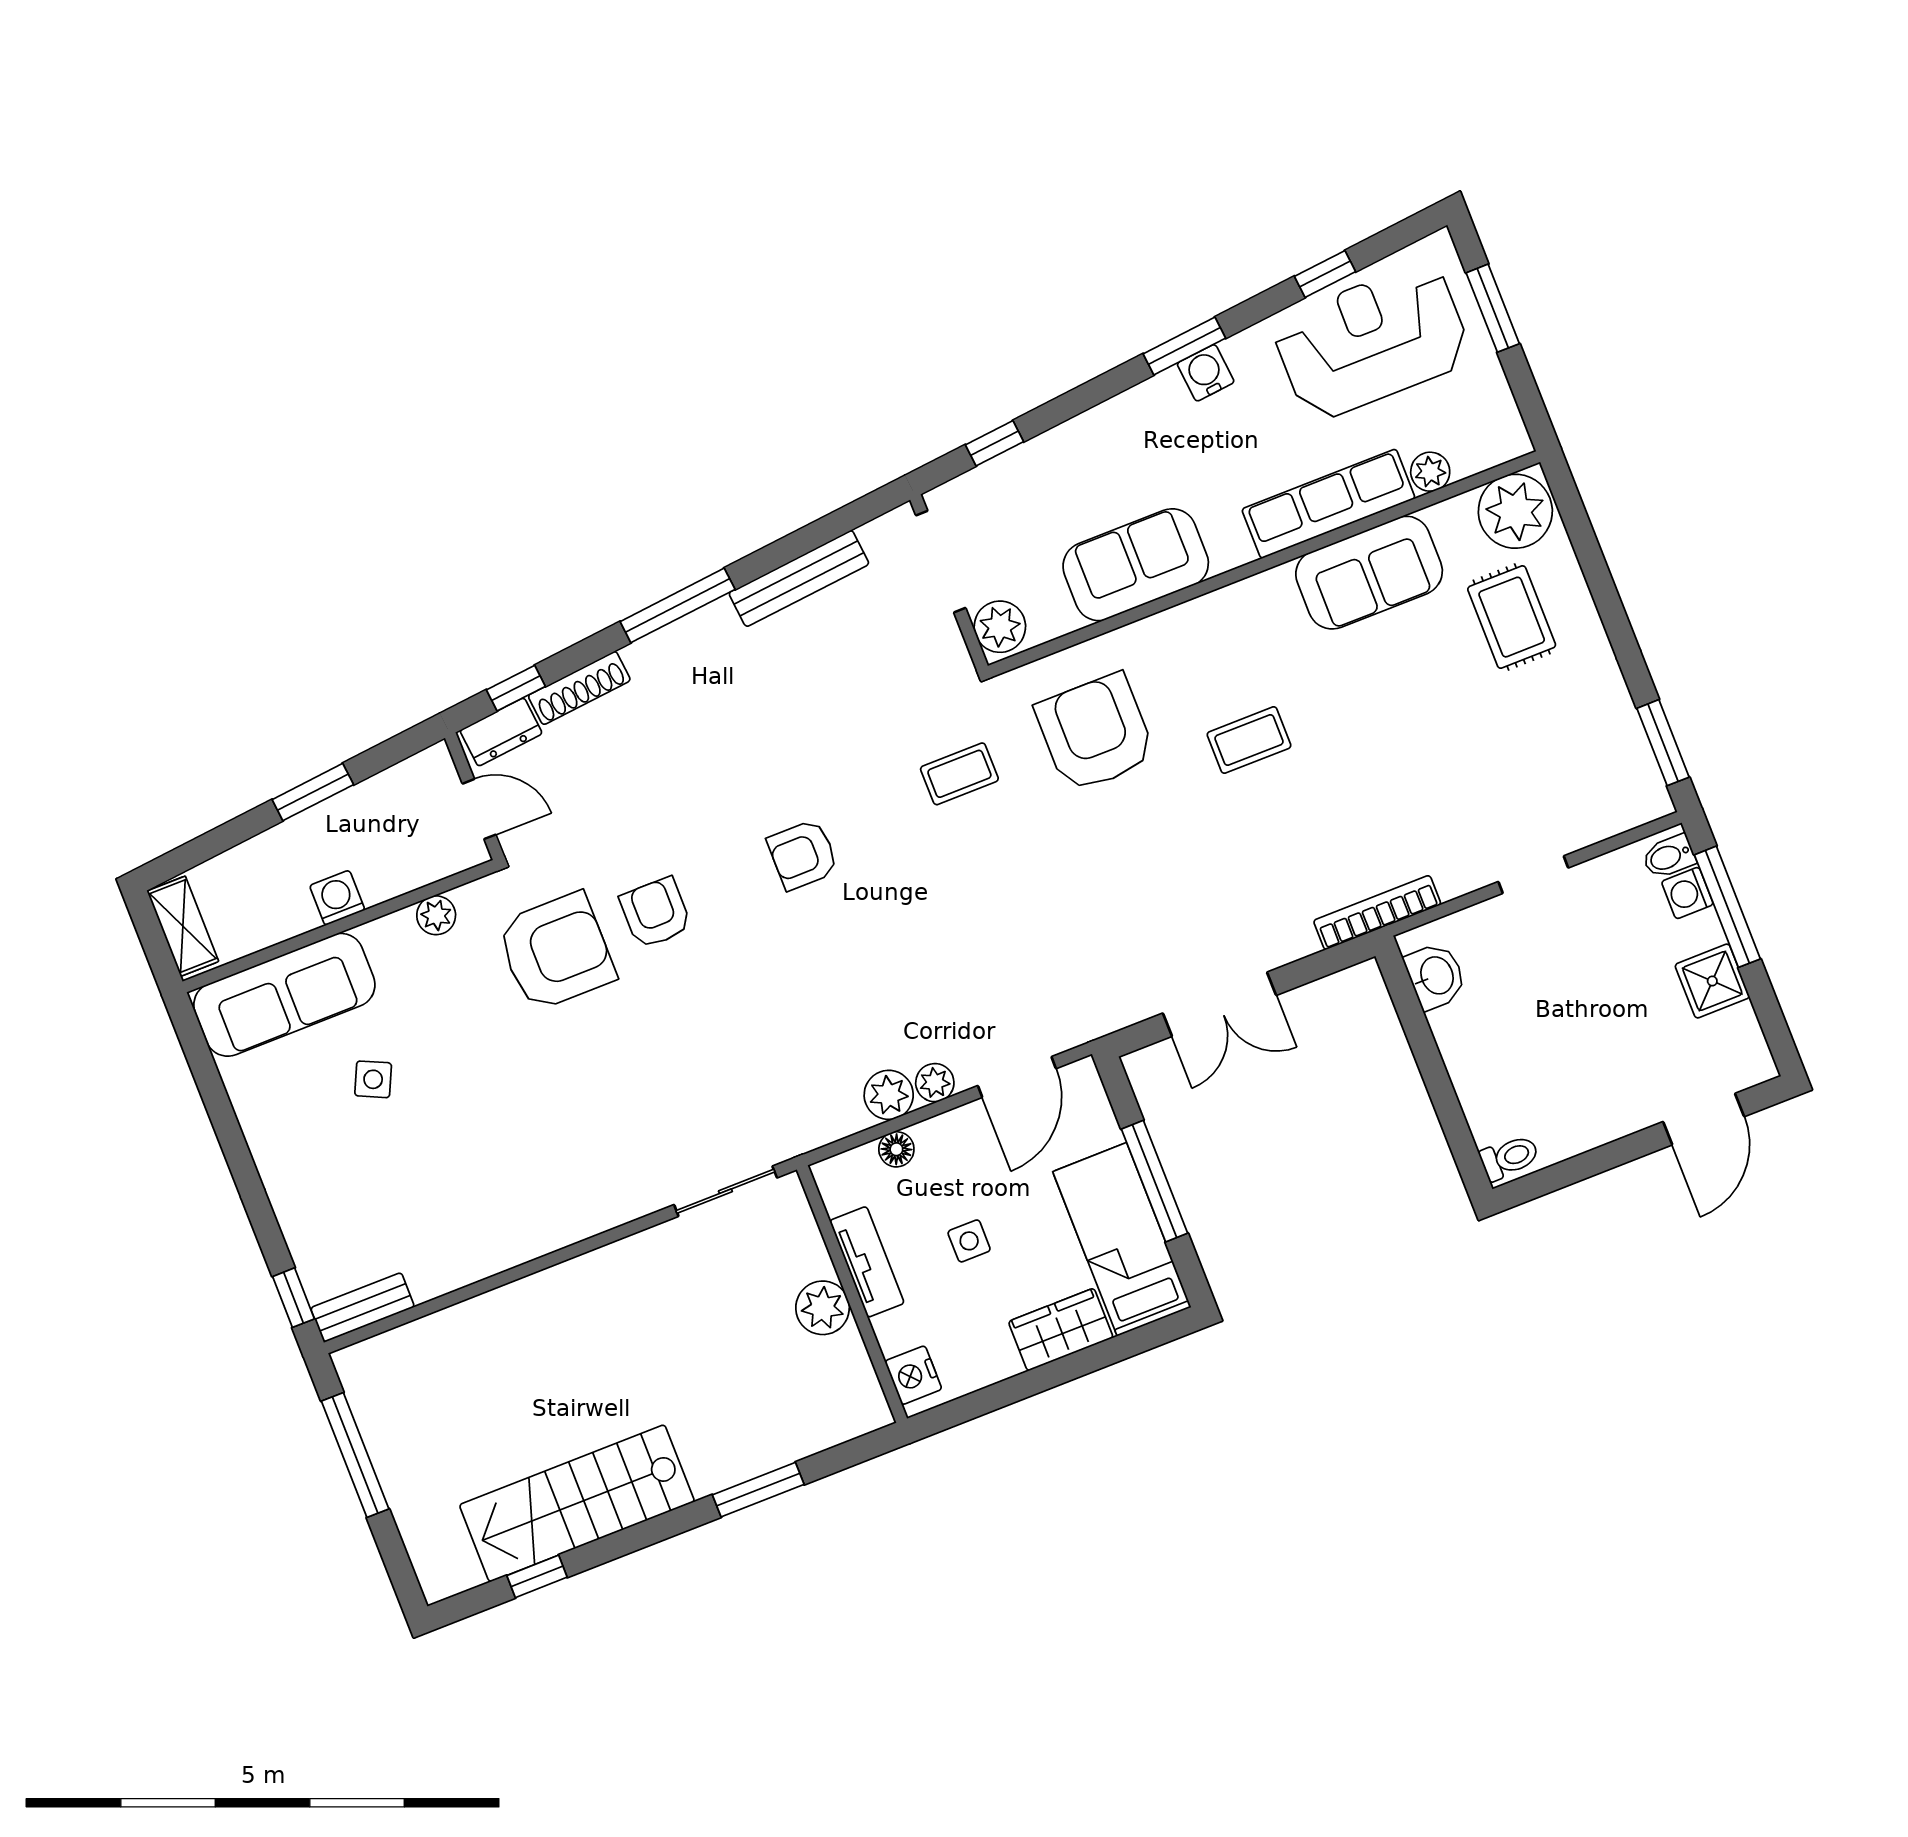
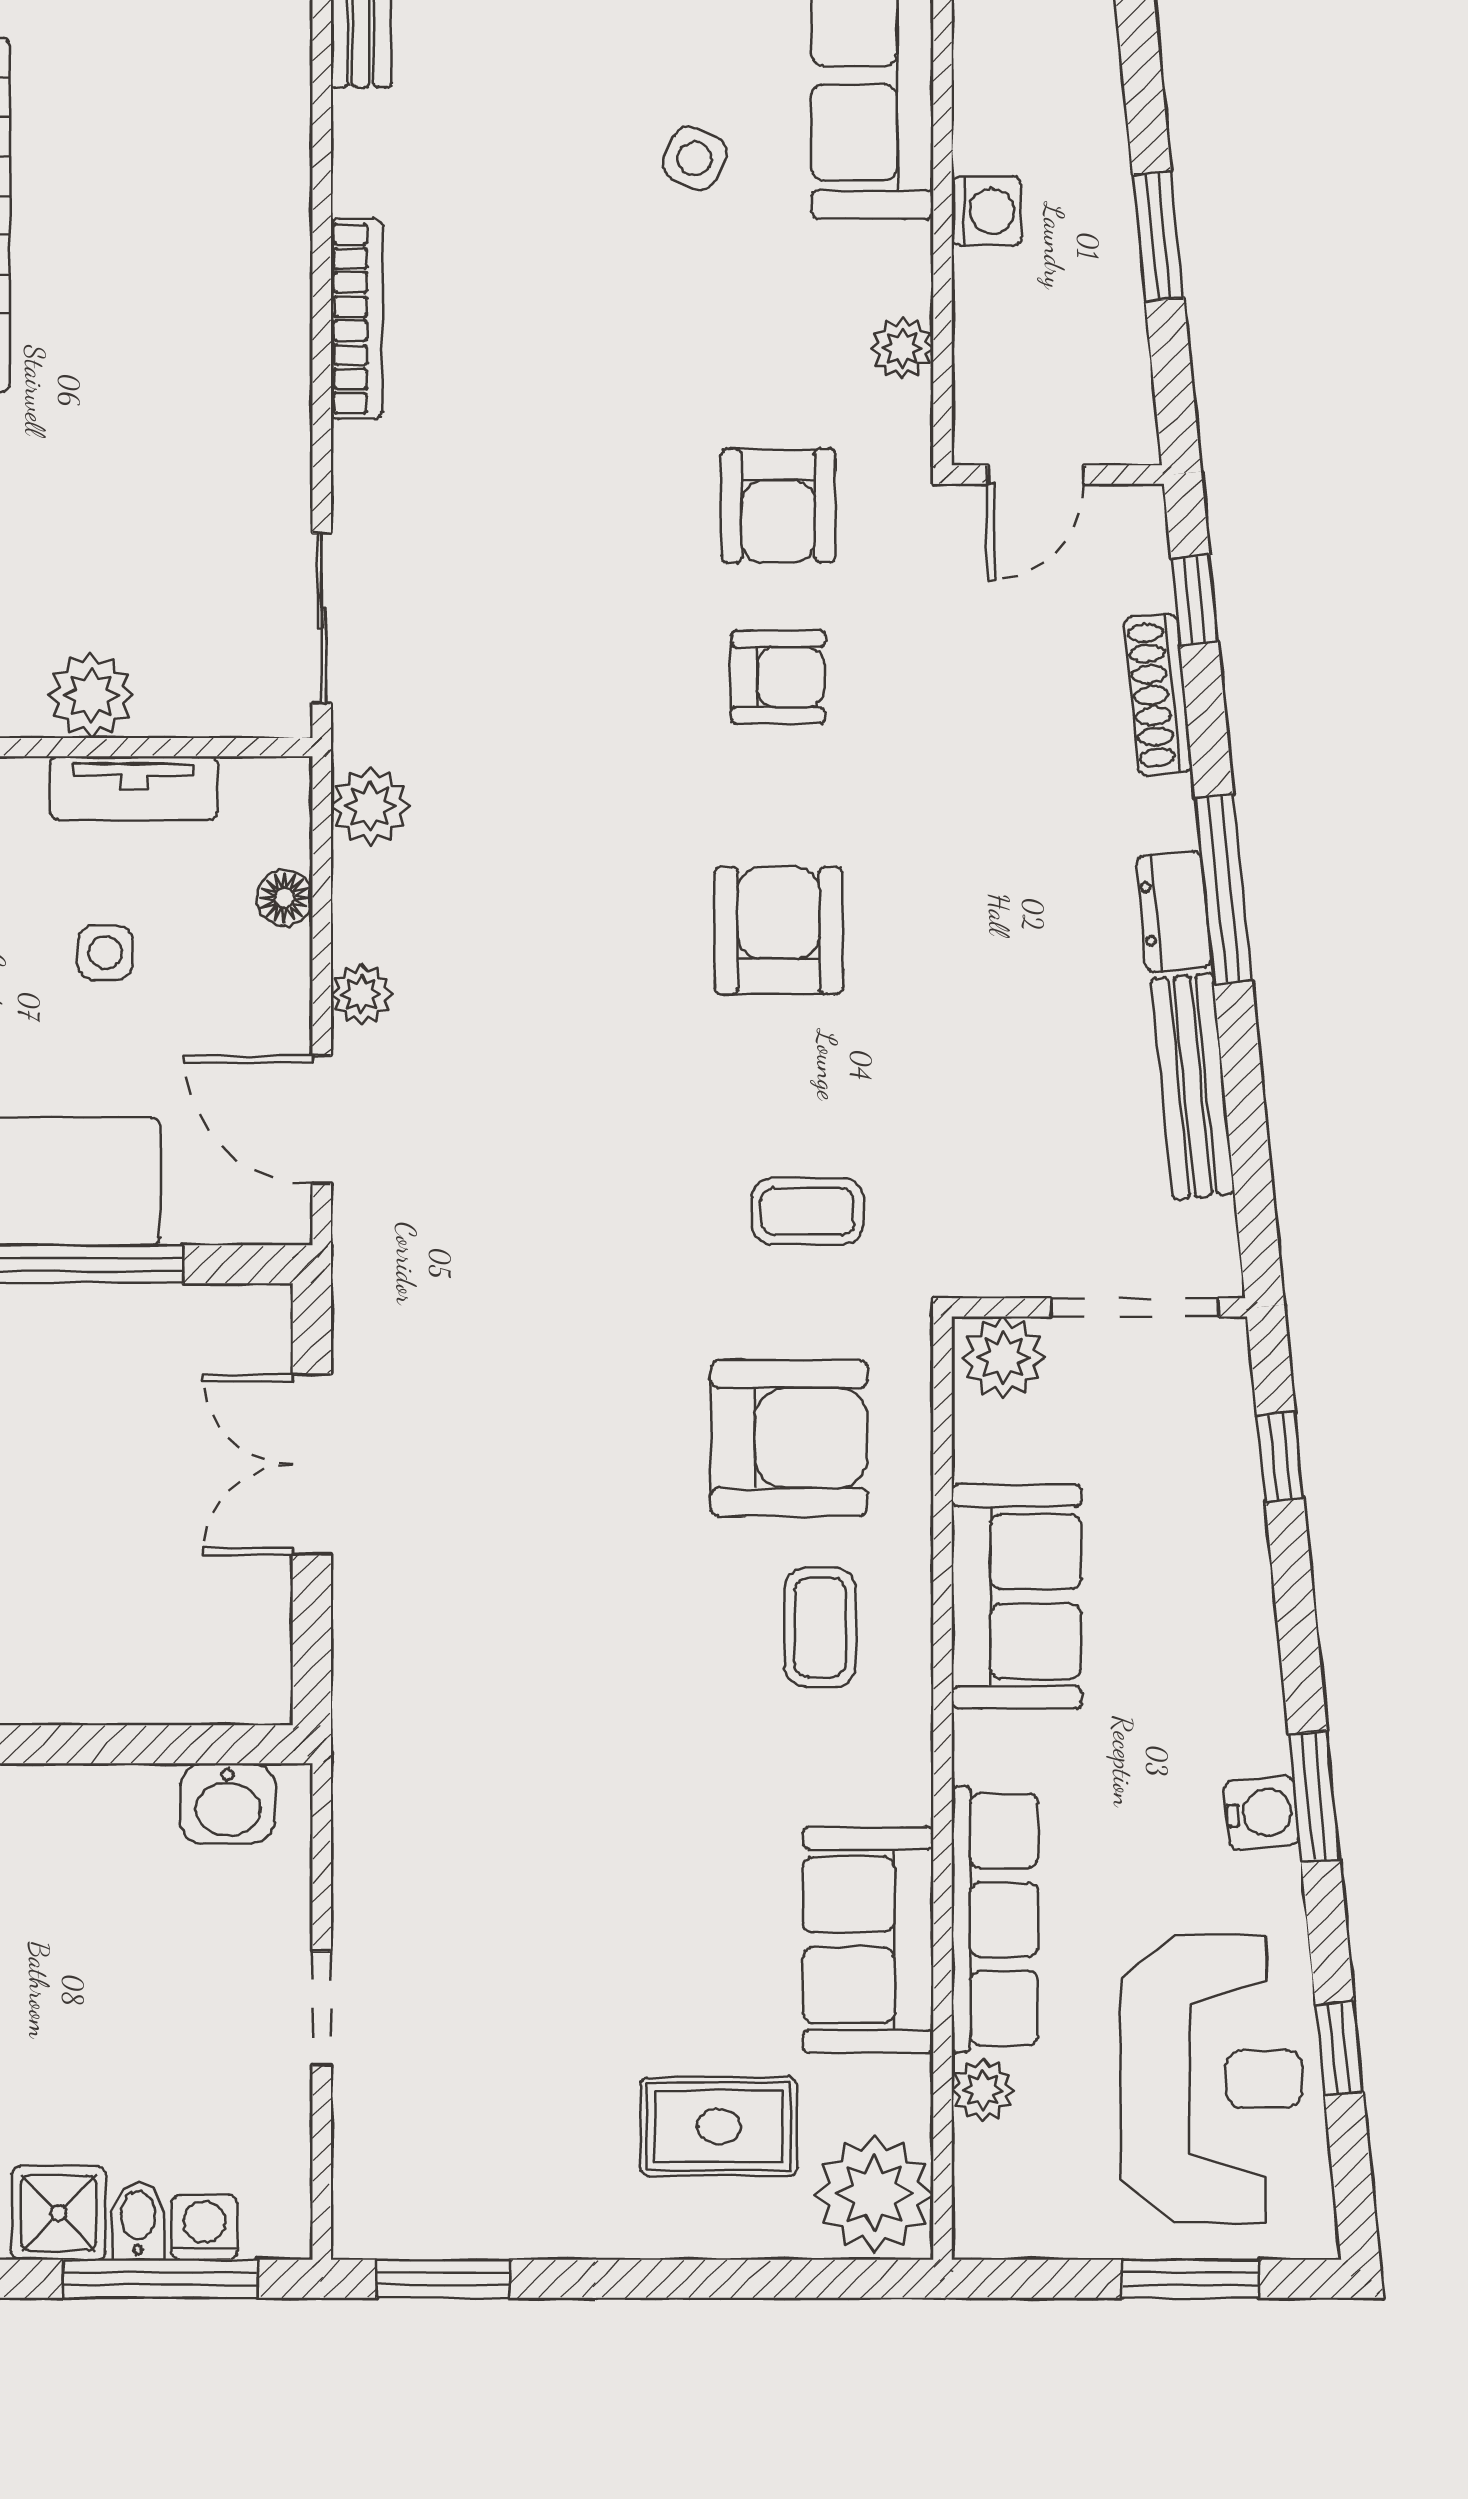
dresser: (501, 732) -> (1174, 911), moved
coffee table: (1249, 740) -> (820, 1627), moved
coffee table: (959, 774) -> (808, 1211), turned 90
armchair: (803, 855) -> (778, 931), width x1.38, depth x1.38
bidet: (1669, 857) -> (138, 2221), moved
bookcase: (1377, 913) -> (356, 319), moved
armchair: (556, 952) -> (778, 506), width x0.73, depth x0.73
plant: (889, 1095) -> (370, 806), moved

